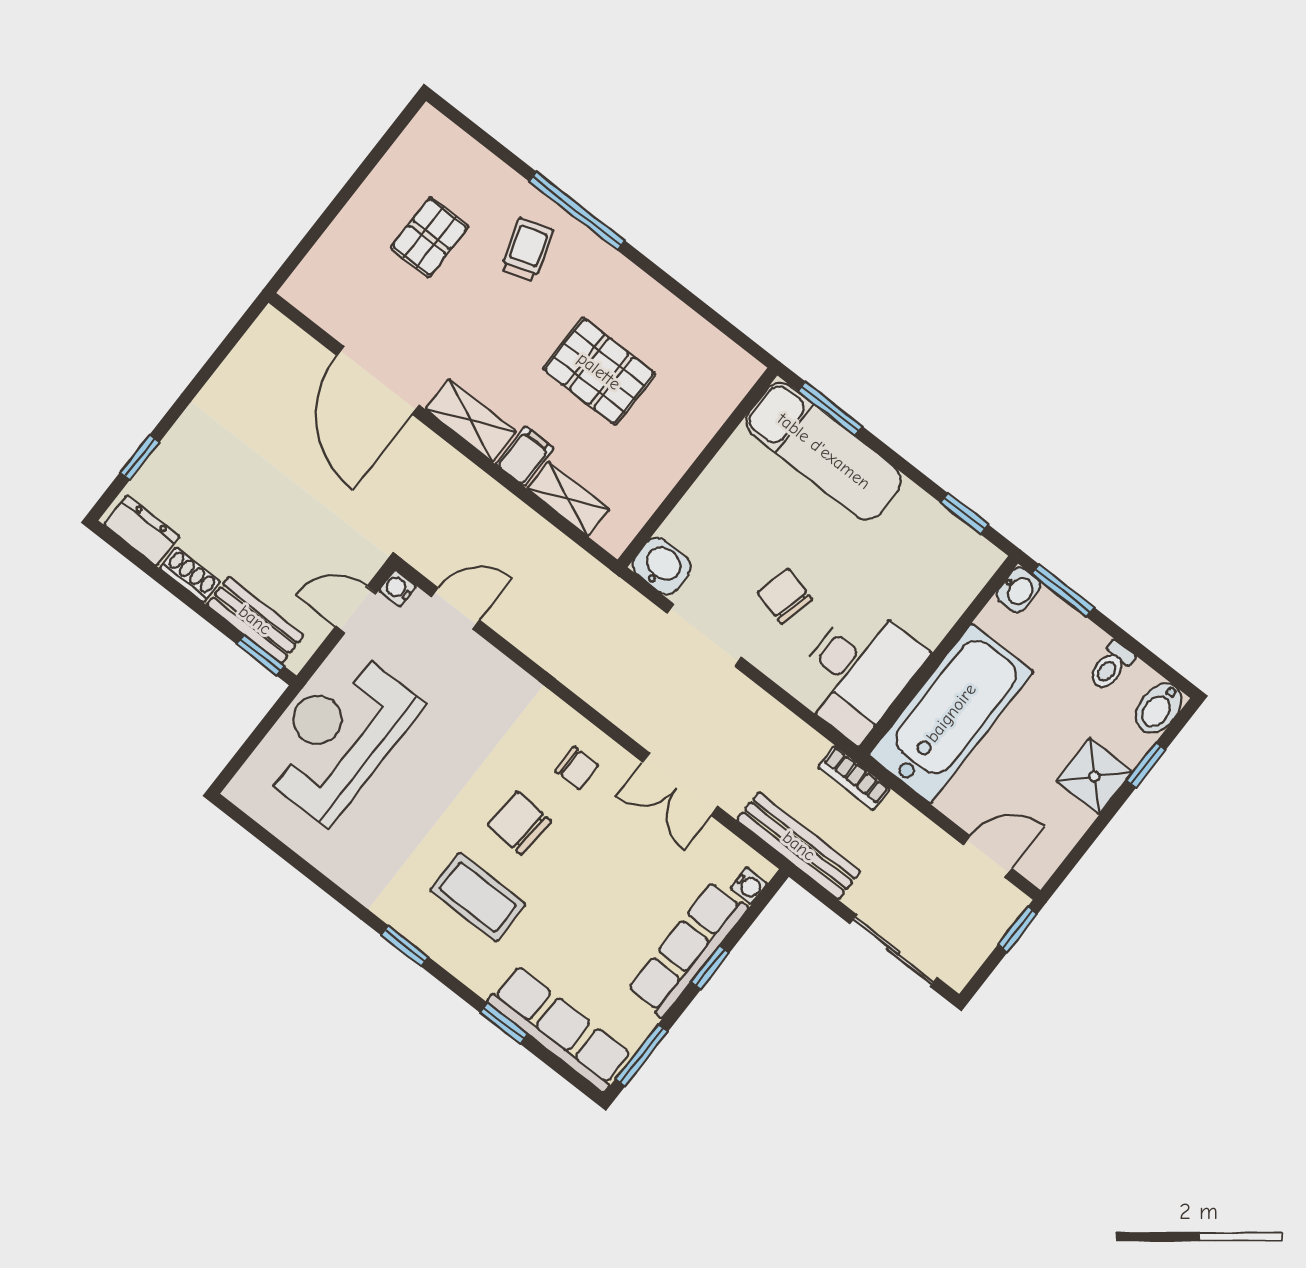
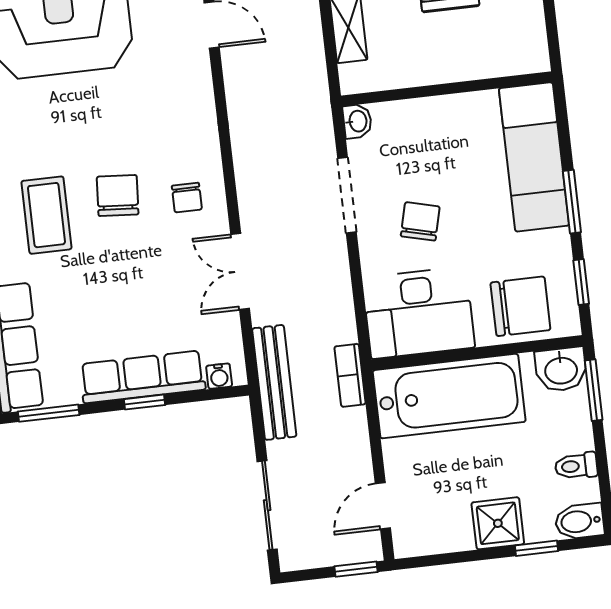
window: (830, 409) -> (572, 202), moved
washbasin: (662, 566) -> (357, 121), width x0.72, depth x0.69
chair: (935, 583) -> (520, 306), added
washbasin: (1018, 590) -> (561, 369), width x1.38, depth x1.45
door: (987, 856) -> (383, 506), swing flipped

